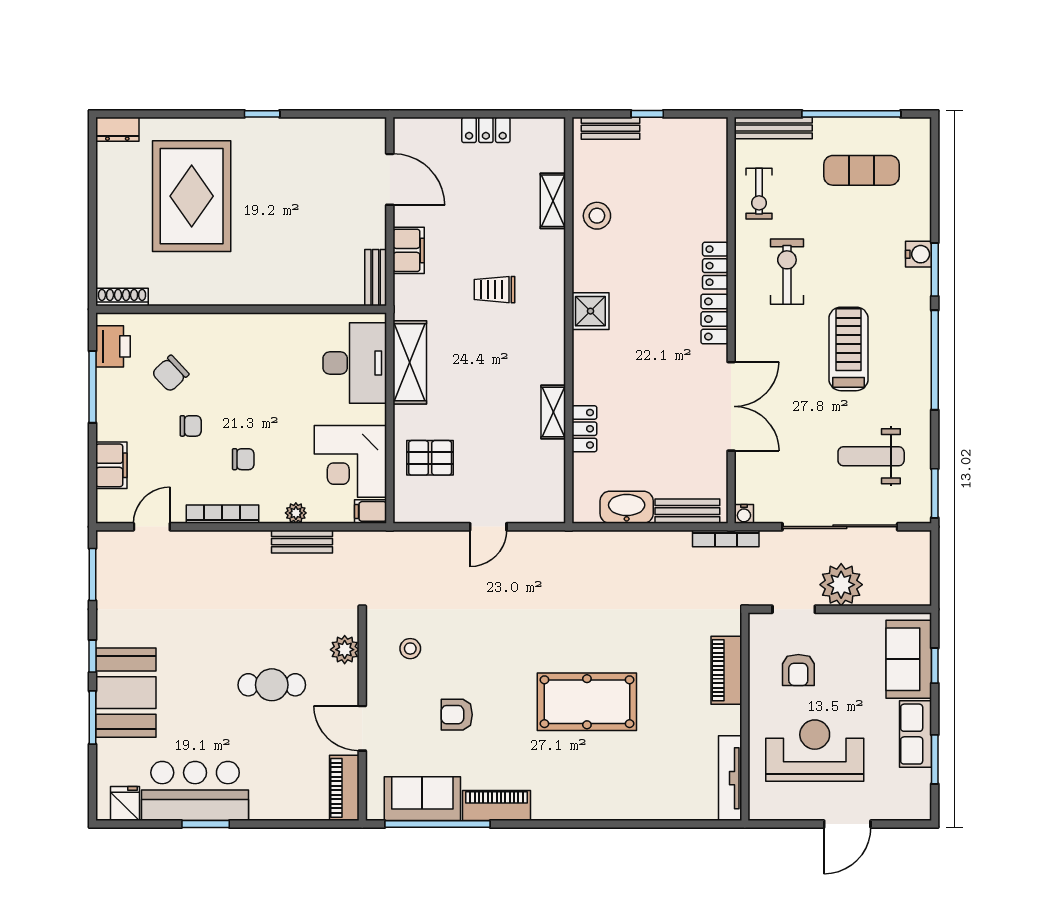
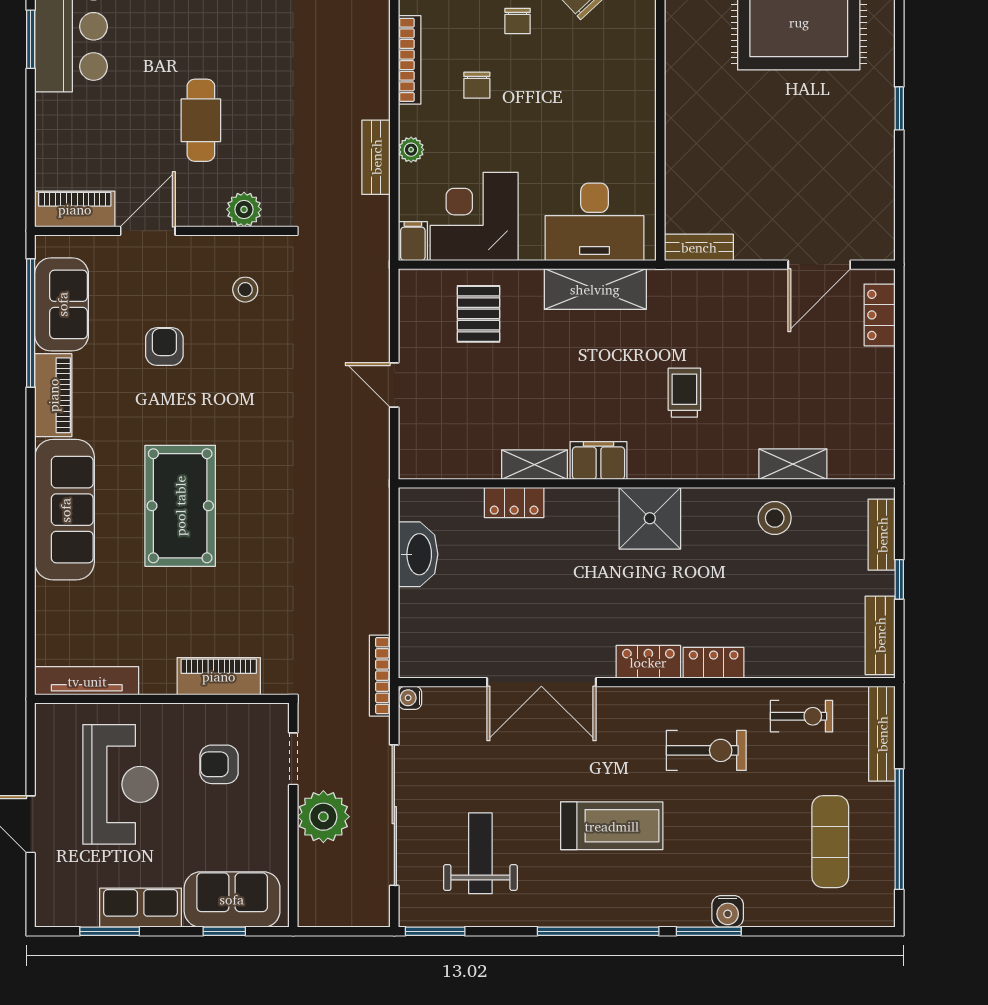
locker: (486, 130) -> (880, 315), moved
exercise bike: (759, 194) -> (802, 716), turned 180
filing cabinet: (409, 250) -> (598, 460), moved, turned 180
shower: (590, 311) -> (650, 518), width x1.36, depth x1.36
bench: (687, 511) -> (880, 635), moved
sofa: (590, 796) -> (65, 510), added

